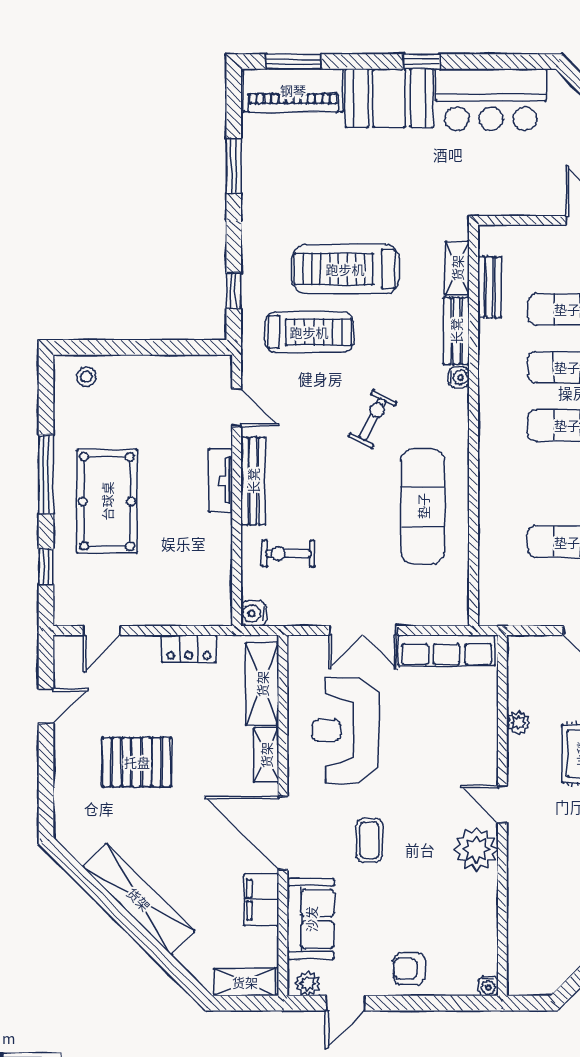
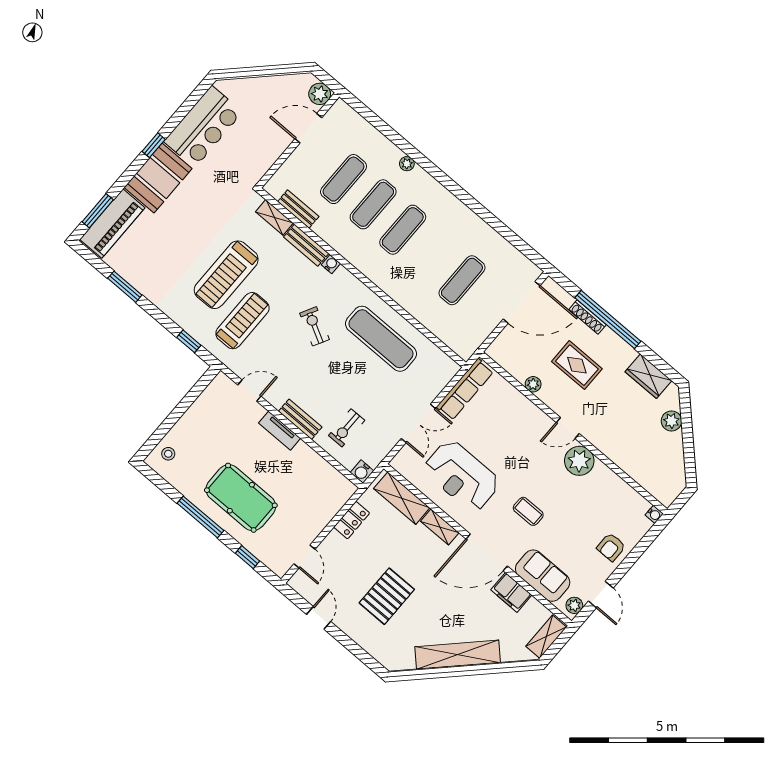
bench: (253, 481) -> (300, 419), width x0.73

